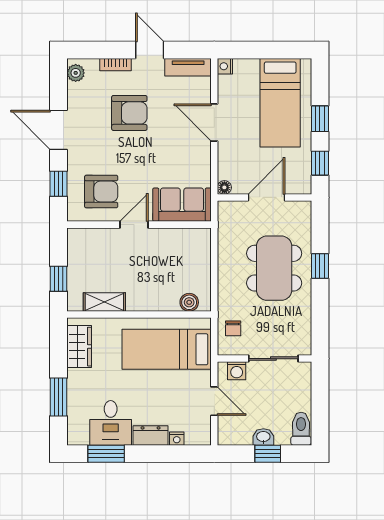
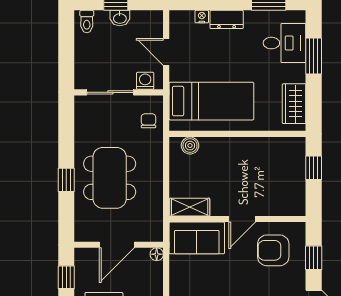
shelving: (104, 302) -> (190, 207), moved
desk: (111, 423) -> (285, 43), moved, turned 90
toilet: (301, 429) -> (87, 22), width x0.73, depth x0.72

